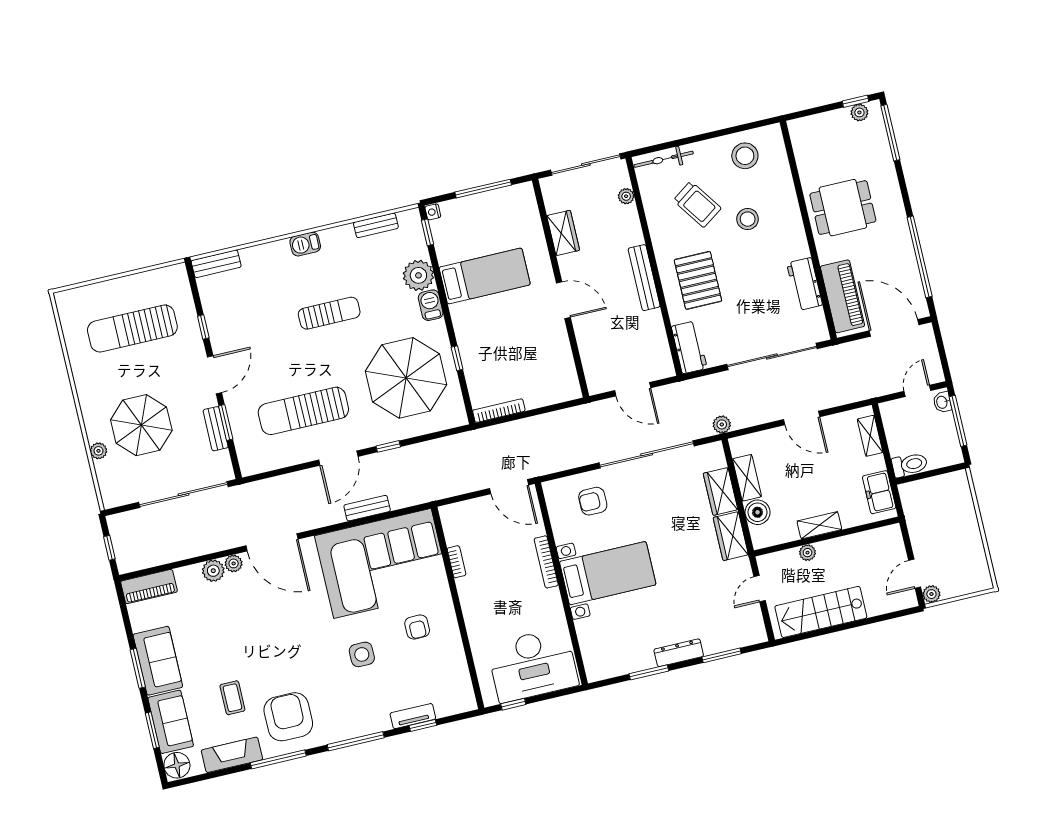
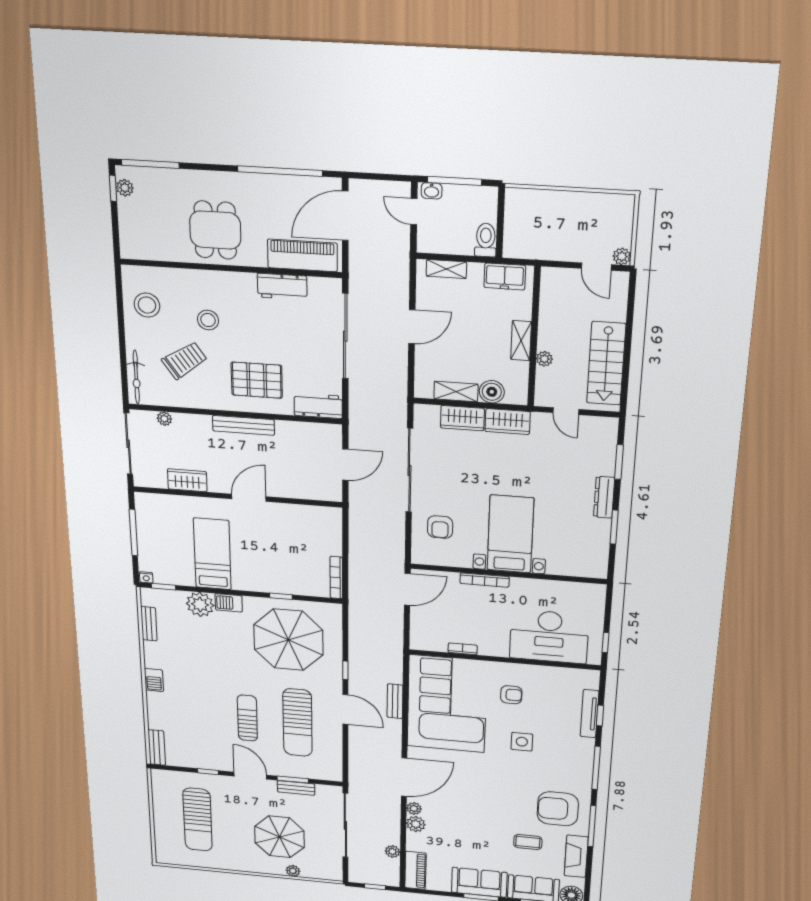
sun lounger: (329, 313) -> (247, 718), moved
plant: (722, 424) -> (392, 852), moved
desk: (533, 665) -> (549, 636), moved, turned 90
tv unit: (413, 716) -> (590, 714), width x1.41

